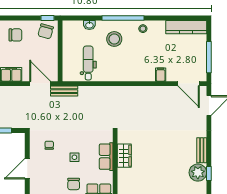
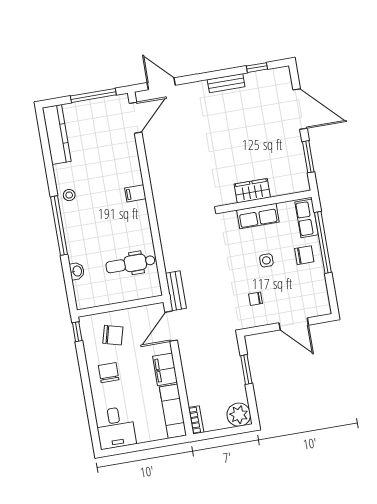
chair: (46, 31) -> (113, 335), moved
stool: (114, 39) -> (91, 233), removed
filing cabinet: (161, 75) -> (135, 193), moved
plant: (198, 173) -> (258, 83), removed

